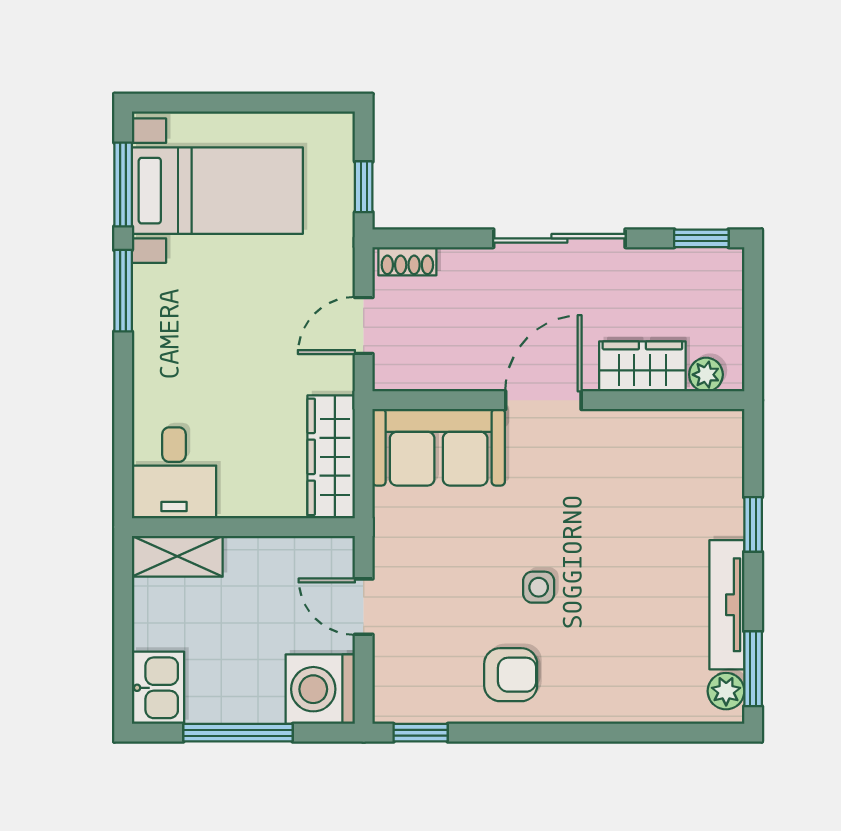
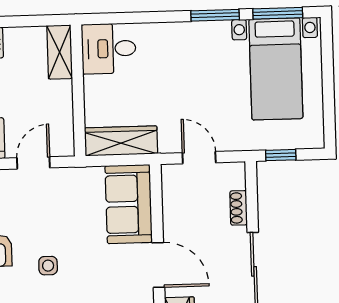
shoe rack: (407, 261) -> (239, 208), moved

